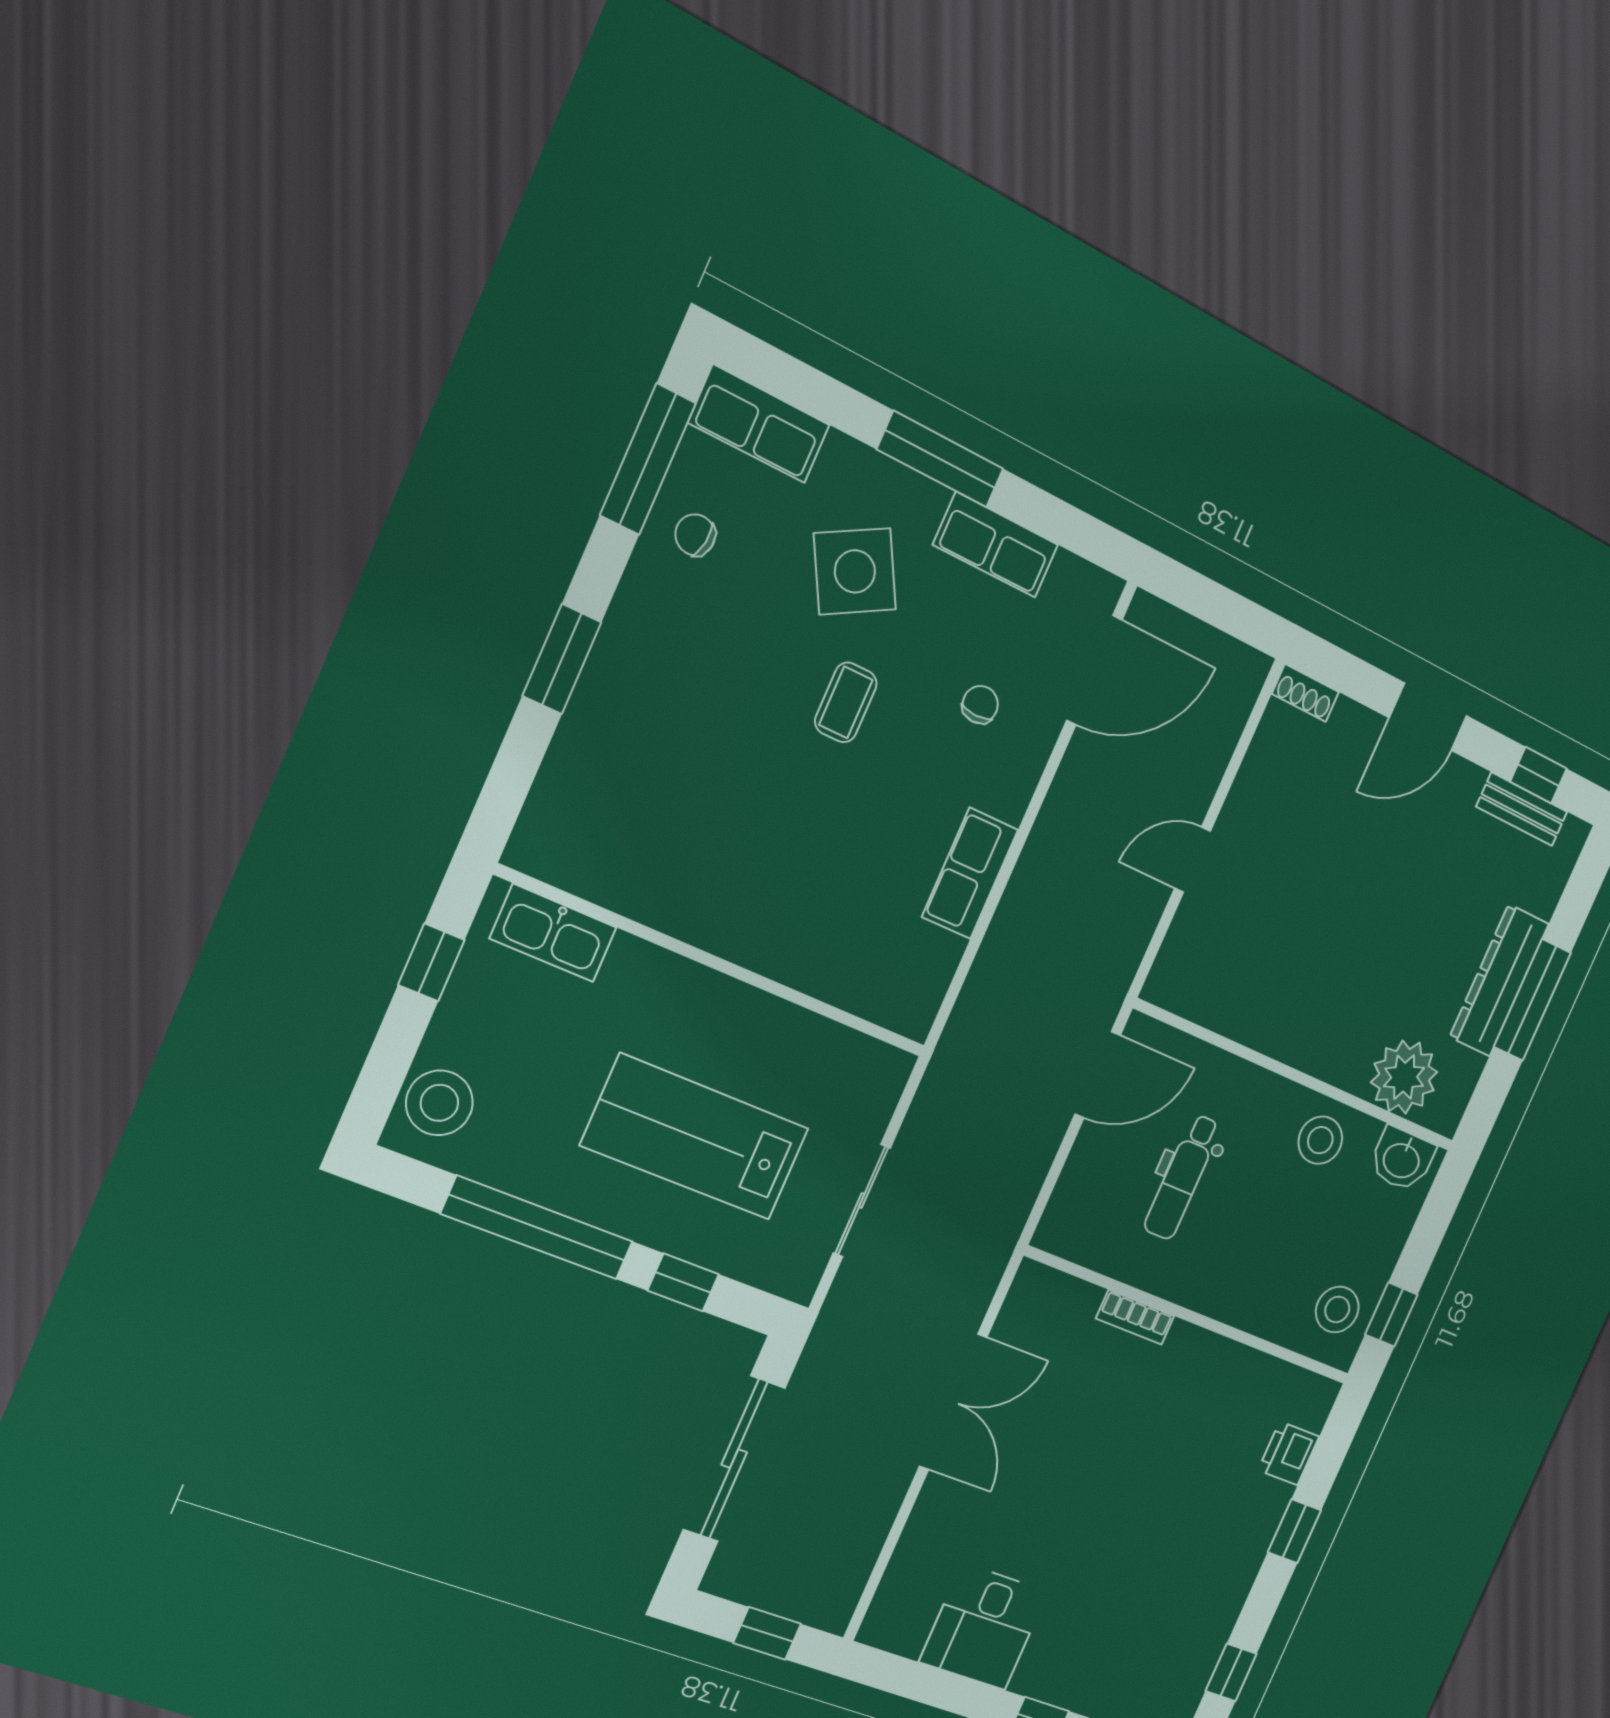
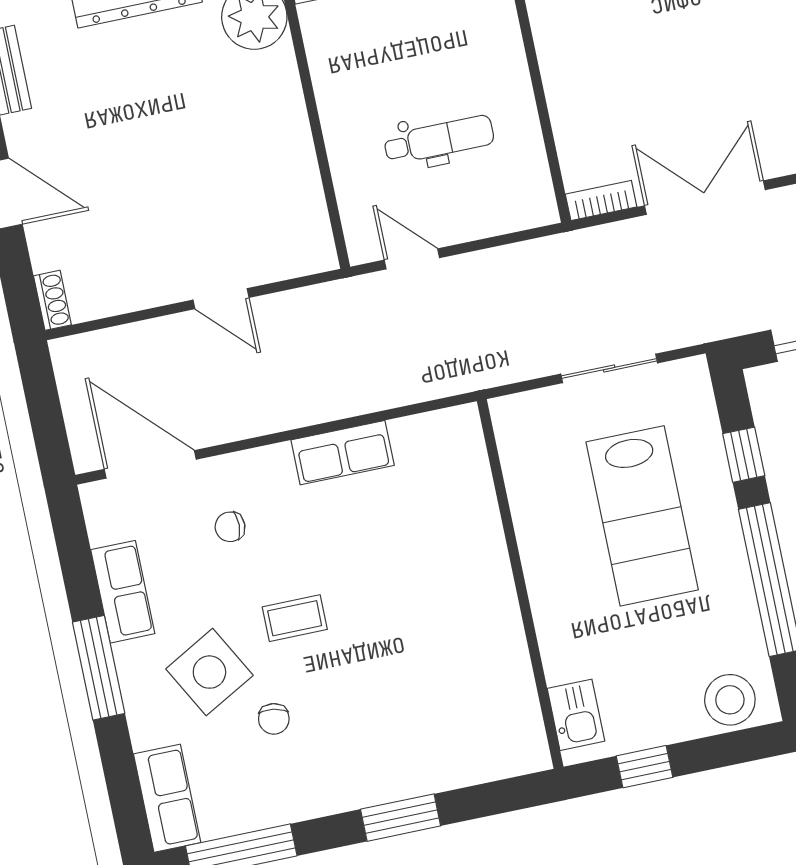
chair: (695, 535) -> (274, 719), moved
kitchen sink: (553, 933) -> (576, 715), width x0.73
door: (1098, 1075) -> (412, 259), width x0.73
stool: (1320, 1140) -> (343, 50), removed
bookcase: (1135, 1317) -> (601, 200), moved, turned -90

